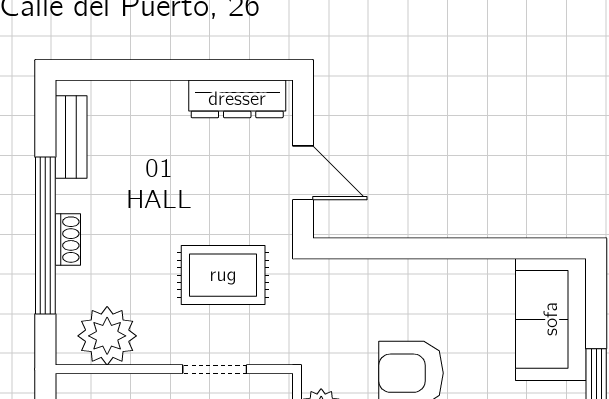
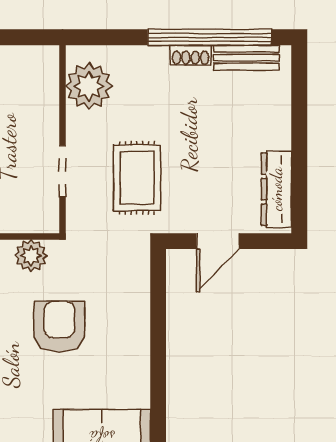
window: (45, 236) -> (210, 37), moved
shoe rack: (68, 240) -> (191, 55), moved

